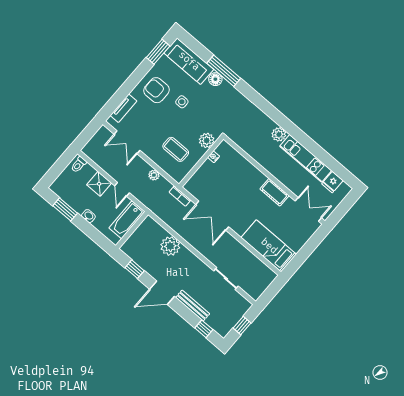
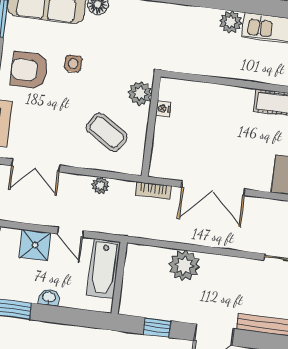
coffee table: (176, 149) -> (107, 132), turned 32

